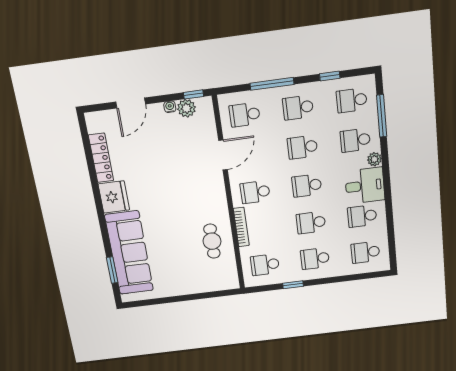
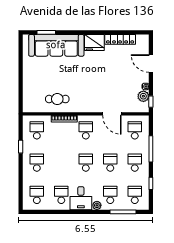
school desk: (311, 223) -> (61, 163), removed

